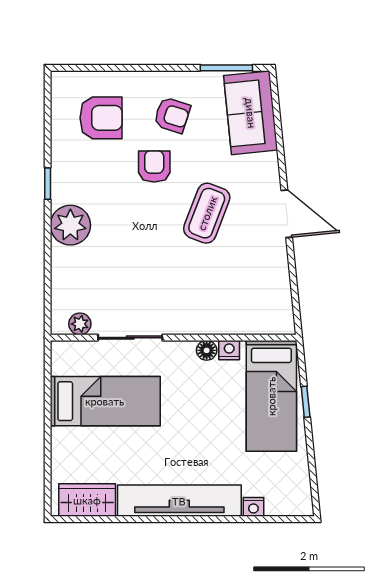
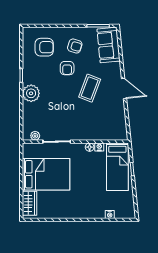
armchair: (154, 166) -> (67, 68), turned 180
bed: (105, 401) -> (46, 174), width x1.50
wardrobe: (87, 500) -> (29, 203), moved, turned 90
tv unit: (179, 501) -> (78, 212), removed

